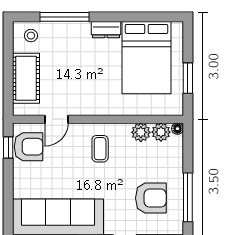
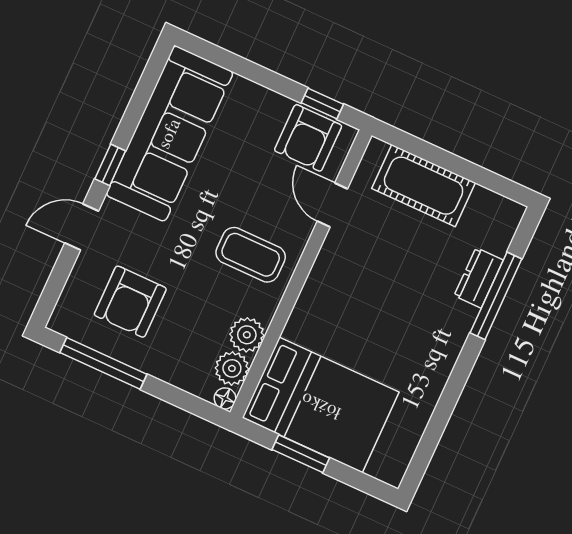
dresser: (106, 30) -> (479, 278), moved
stool: (31, 36) -> (490, 226), removed
bed: (147, 58) -> (321, 405), moved, turned 180
coffee table: (100, 149) -> (251, 255), width x1.36, depth x1.30

